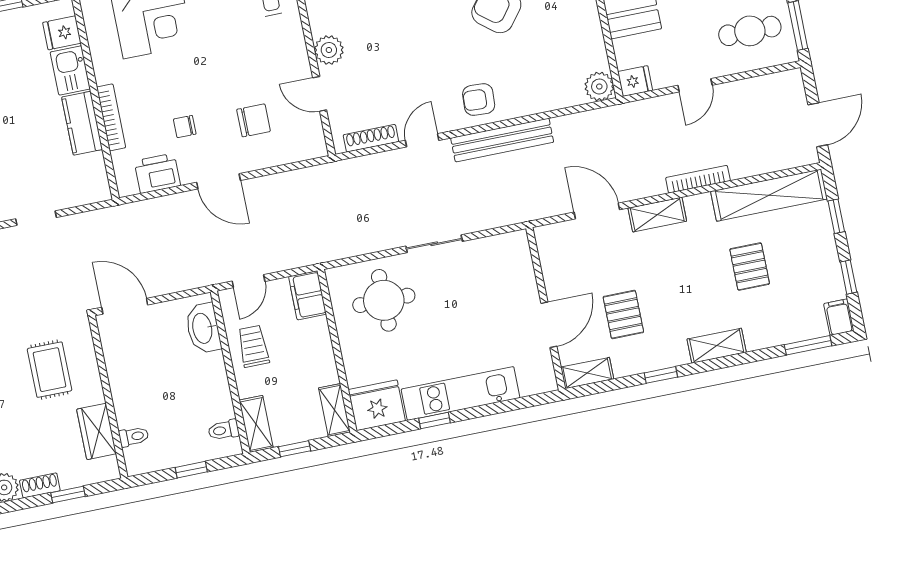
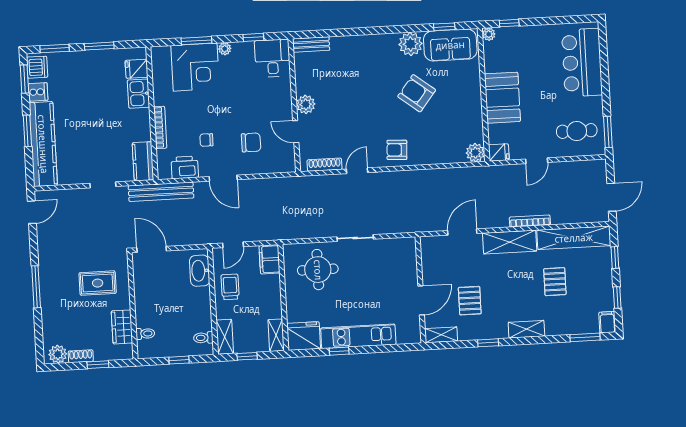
kitchen counter: (82, 123) -> (143, 161), moved
bench: (502, 140) -> (161, 192), moved
door: (597, 211) -> (462, 232), hinge flipped
shelving: (657, 215) -> (510, 242), width x1.50, depth x1.33
rug: (50, 370) -> (98, 283), turned 90

